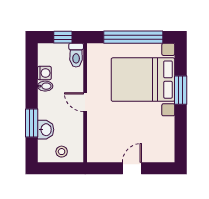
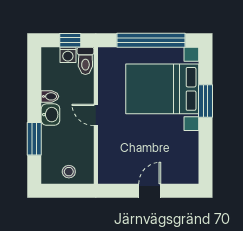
washing machine: (44, 73) -> (68, 55), moved, turned 90
washbasin: (46, 130) -> (50, 115), moved

